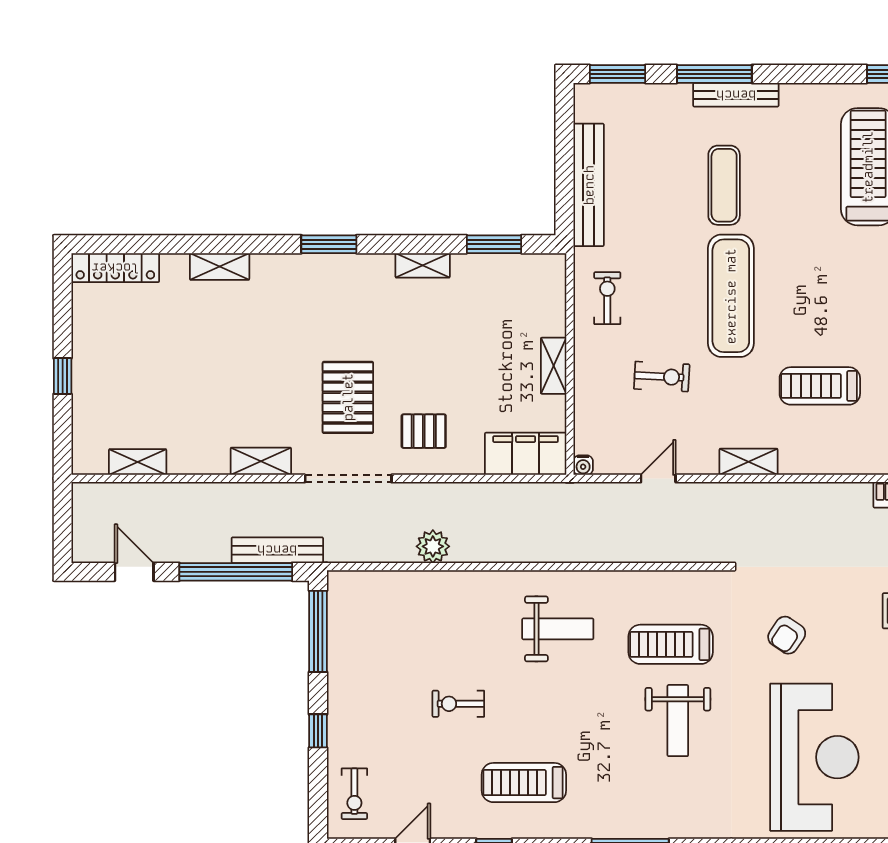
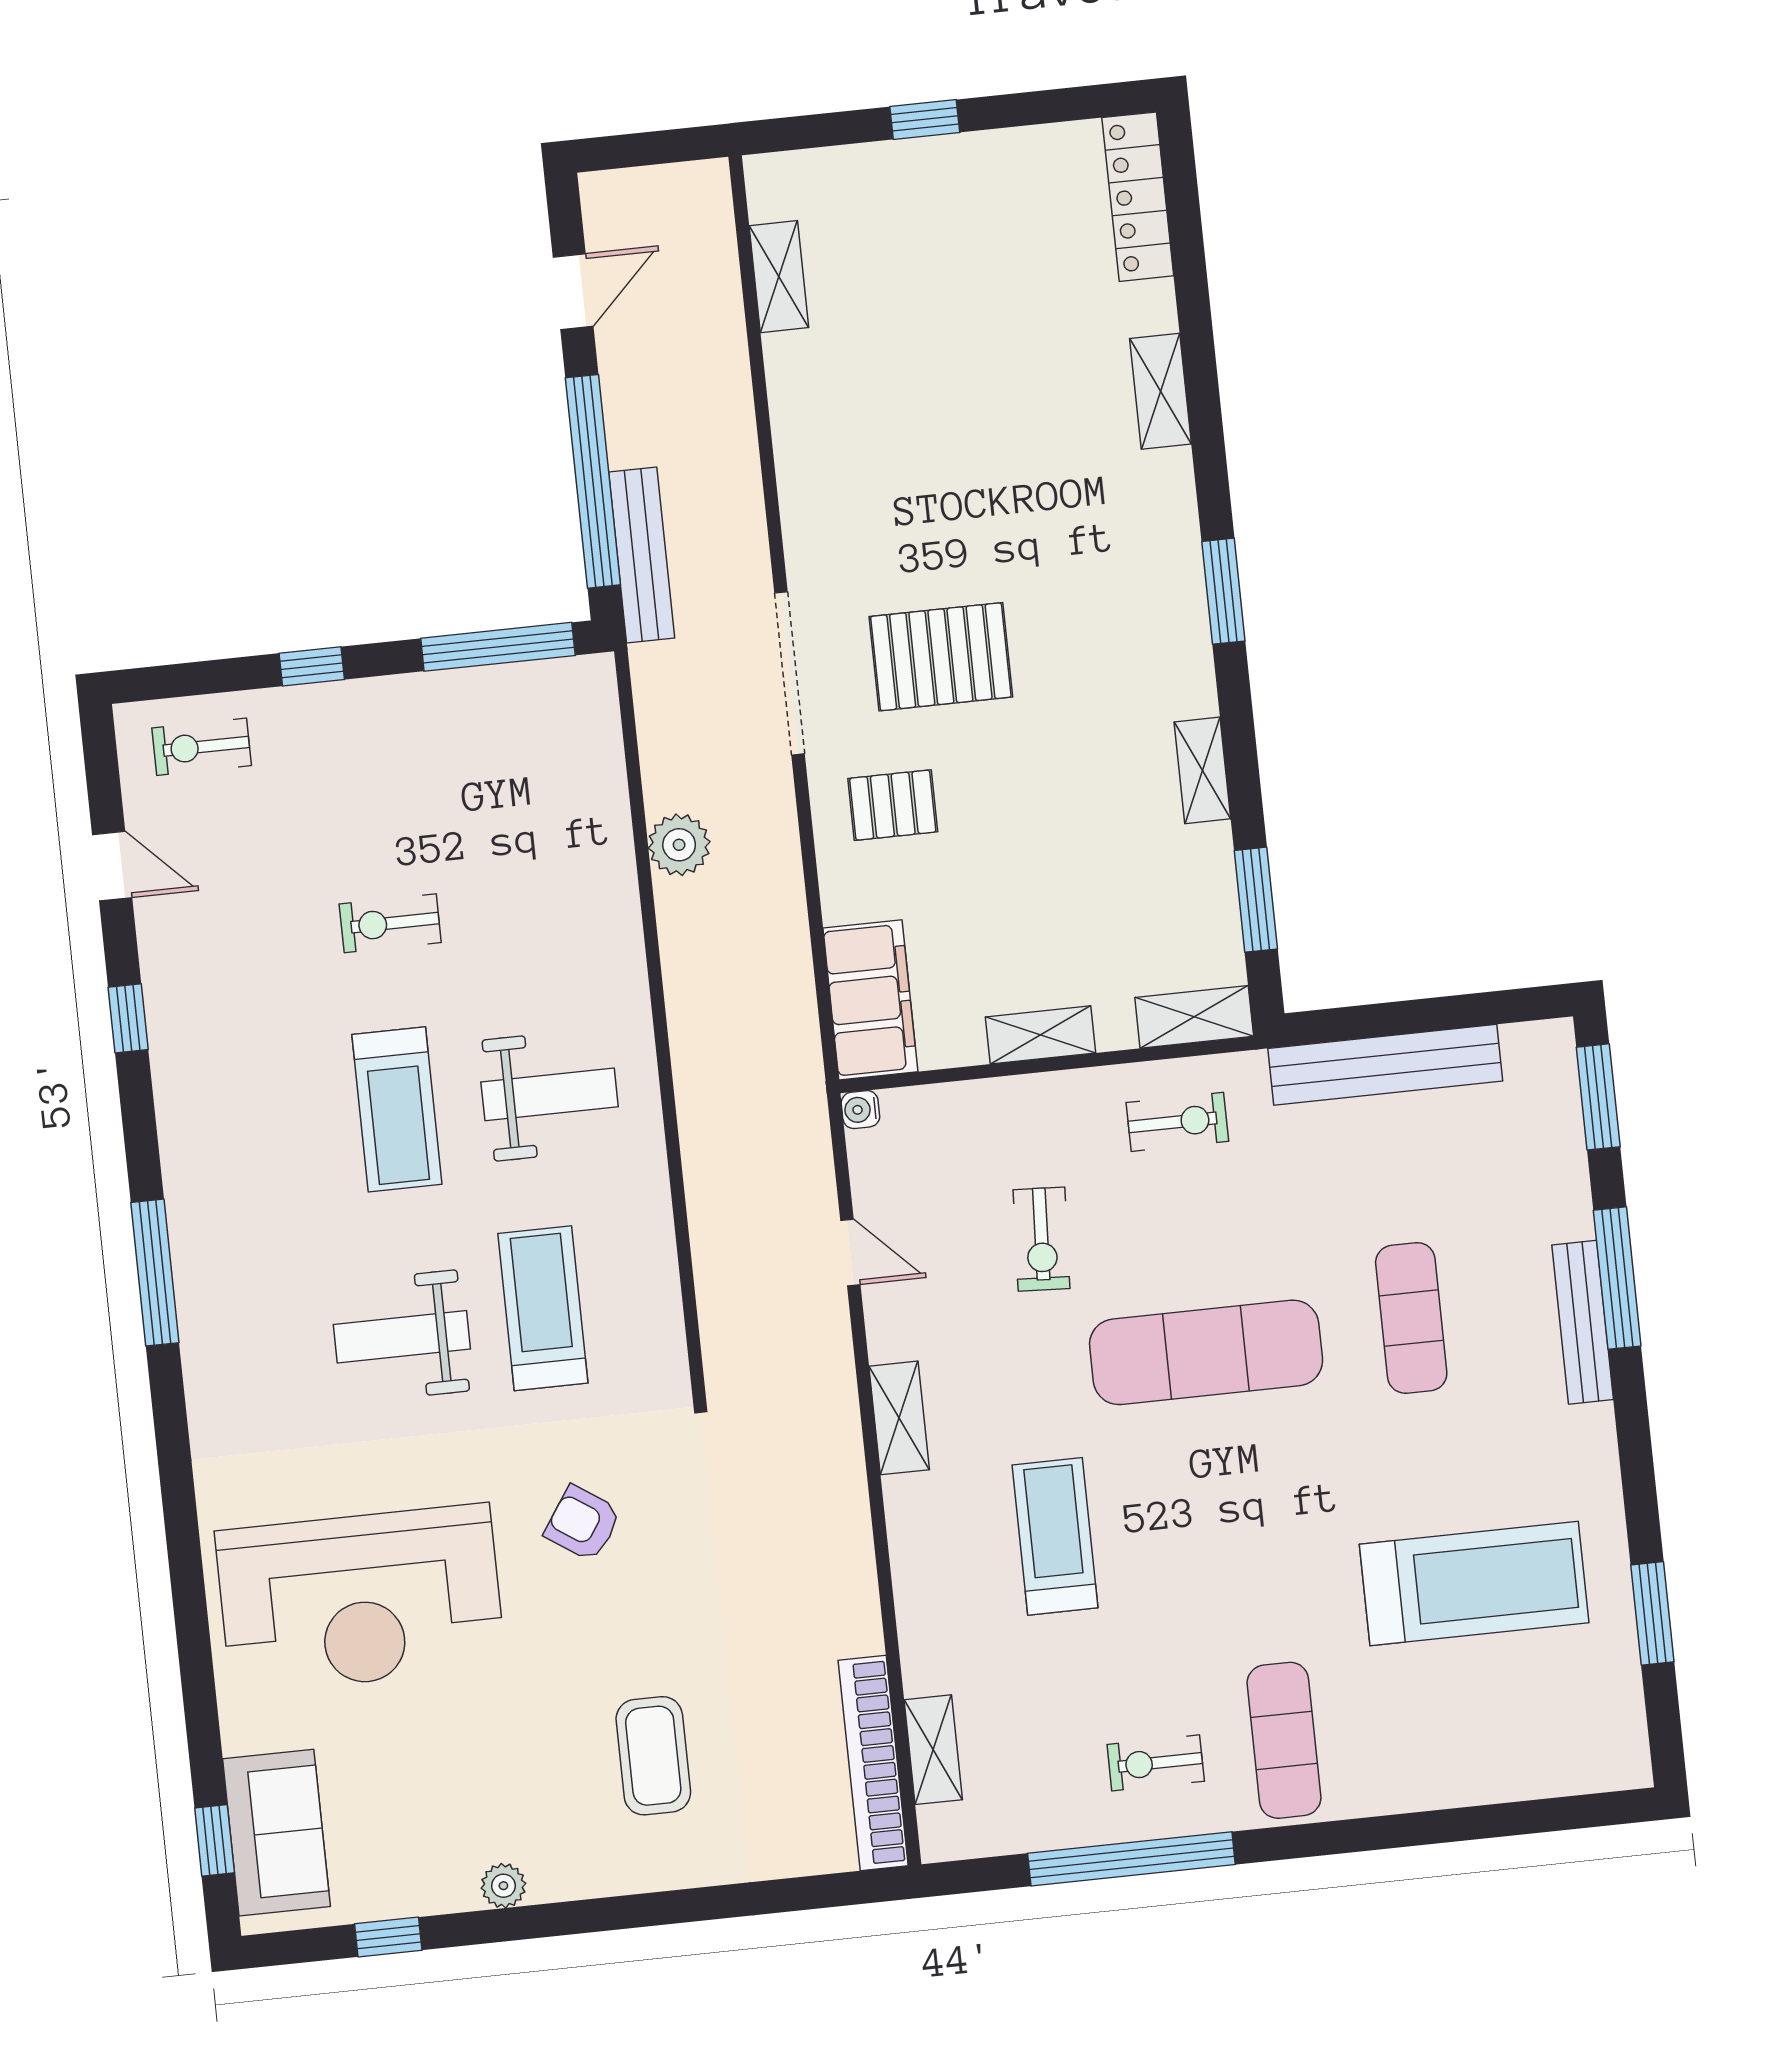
exercise mat: (724, 185) -> (1411, 1318), turned 90
pallet: (424, 431) -> (893, 805), turned 90
shelving: (261, 461) -> (1194, 1017), moved, turned 90
weight bench: (558, 629) -> (550, 1094), turned -90
exercise bike: (458, 704) -> (390, 923), turned -90
treadmill: (524, 783) -> (397, 1109), moved, turned 180

